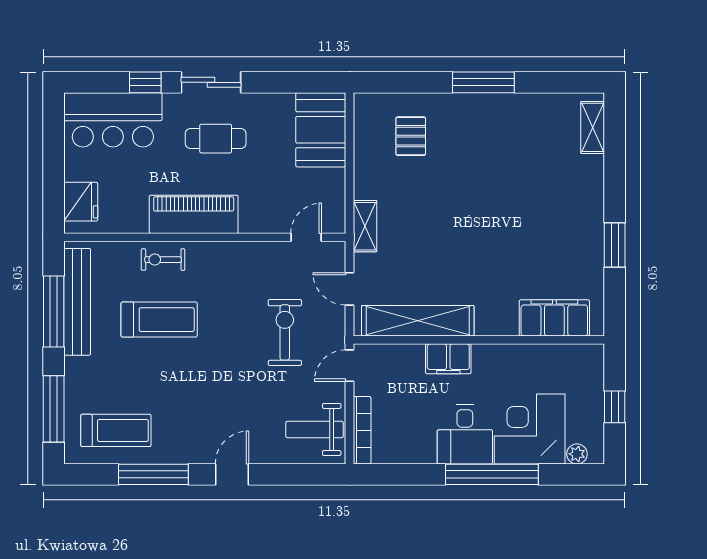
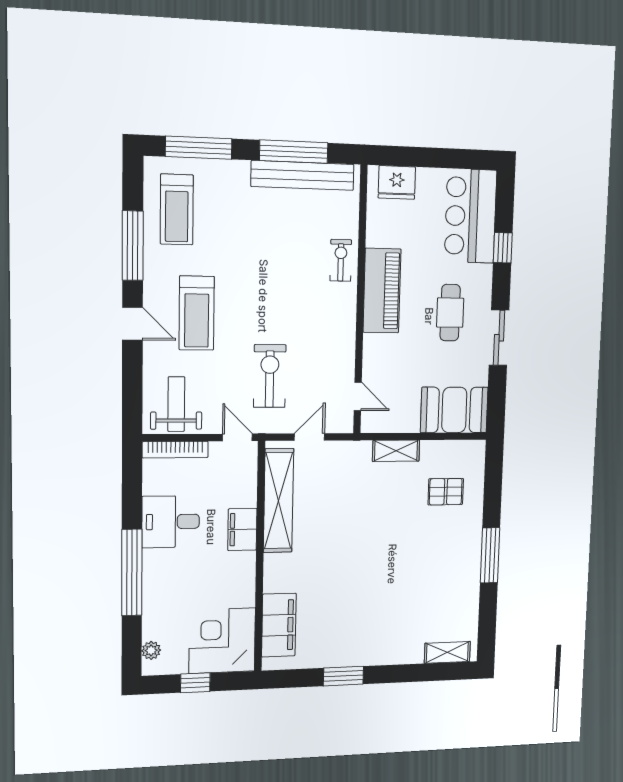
sliding door: (211, 82) -> (499, 338), moved
shelving: (365, 226) -> (396, 451), moved
treadmill: (159, 320) -> (197, 313), moved
exercise bike: (285, 332) -> (270, 376), turned -90
corner desk: (530, 429) -> (222, 641), moved, turned -90
desk: (465, 434) -> (171, 522), moved

